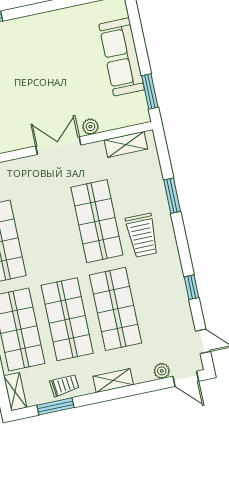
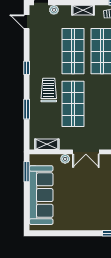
sofa: (122, 57) -> (41, 195), width x1.36, depth x1.27
window: (192, 287) -> (27, 68), moved

